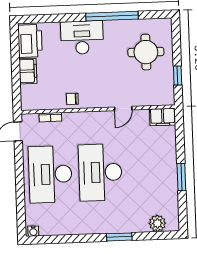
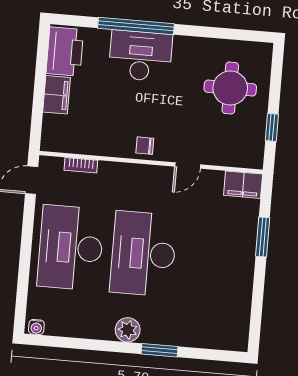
window: (112, 16) -> (136, 26), moved
chair: (72, 99) -> (145, 146), moved
window: (181, 177) -> (263, 237), moved
plant: (157, 223) -> (128, 330), moved

